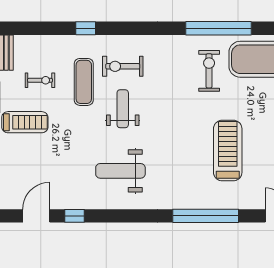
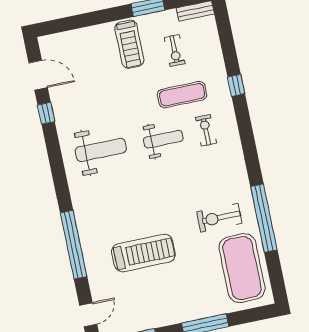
exercise bike: (123, 66) -> (206, 130), width x0.73, depth x0.72
exercise bike: (209, 71) -> (219, 218), turned 180
weight bench: (120, 171) -> (101, 150), turned 90

